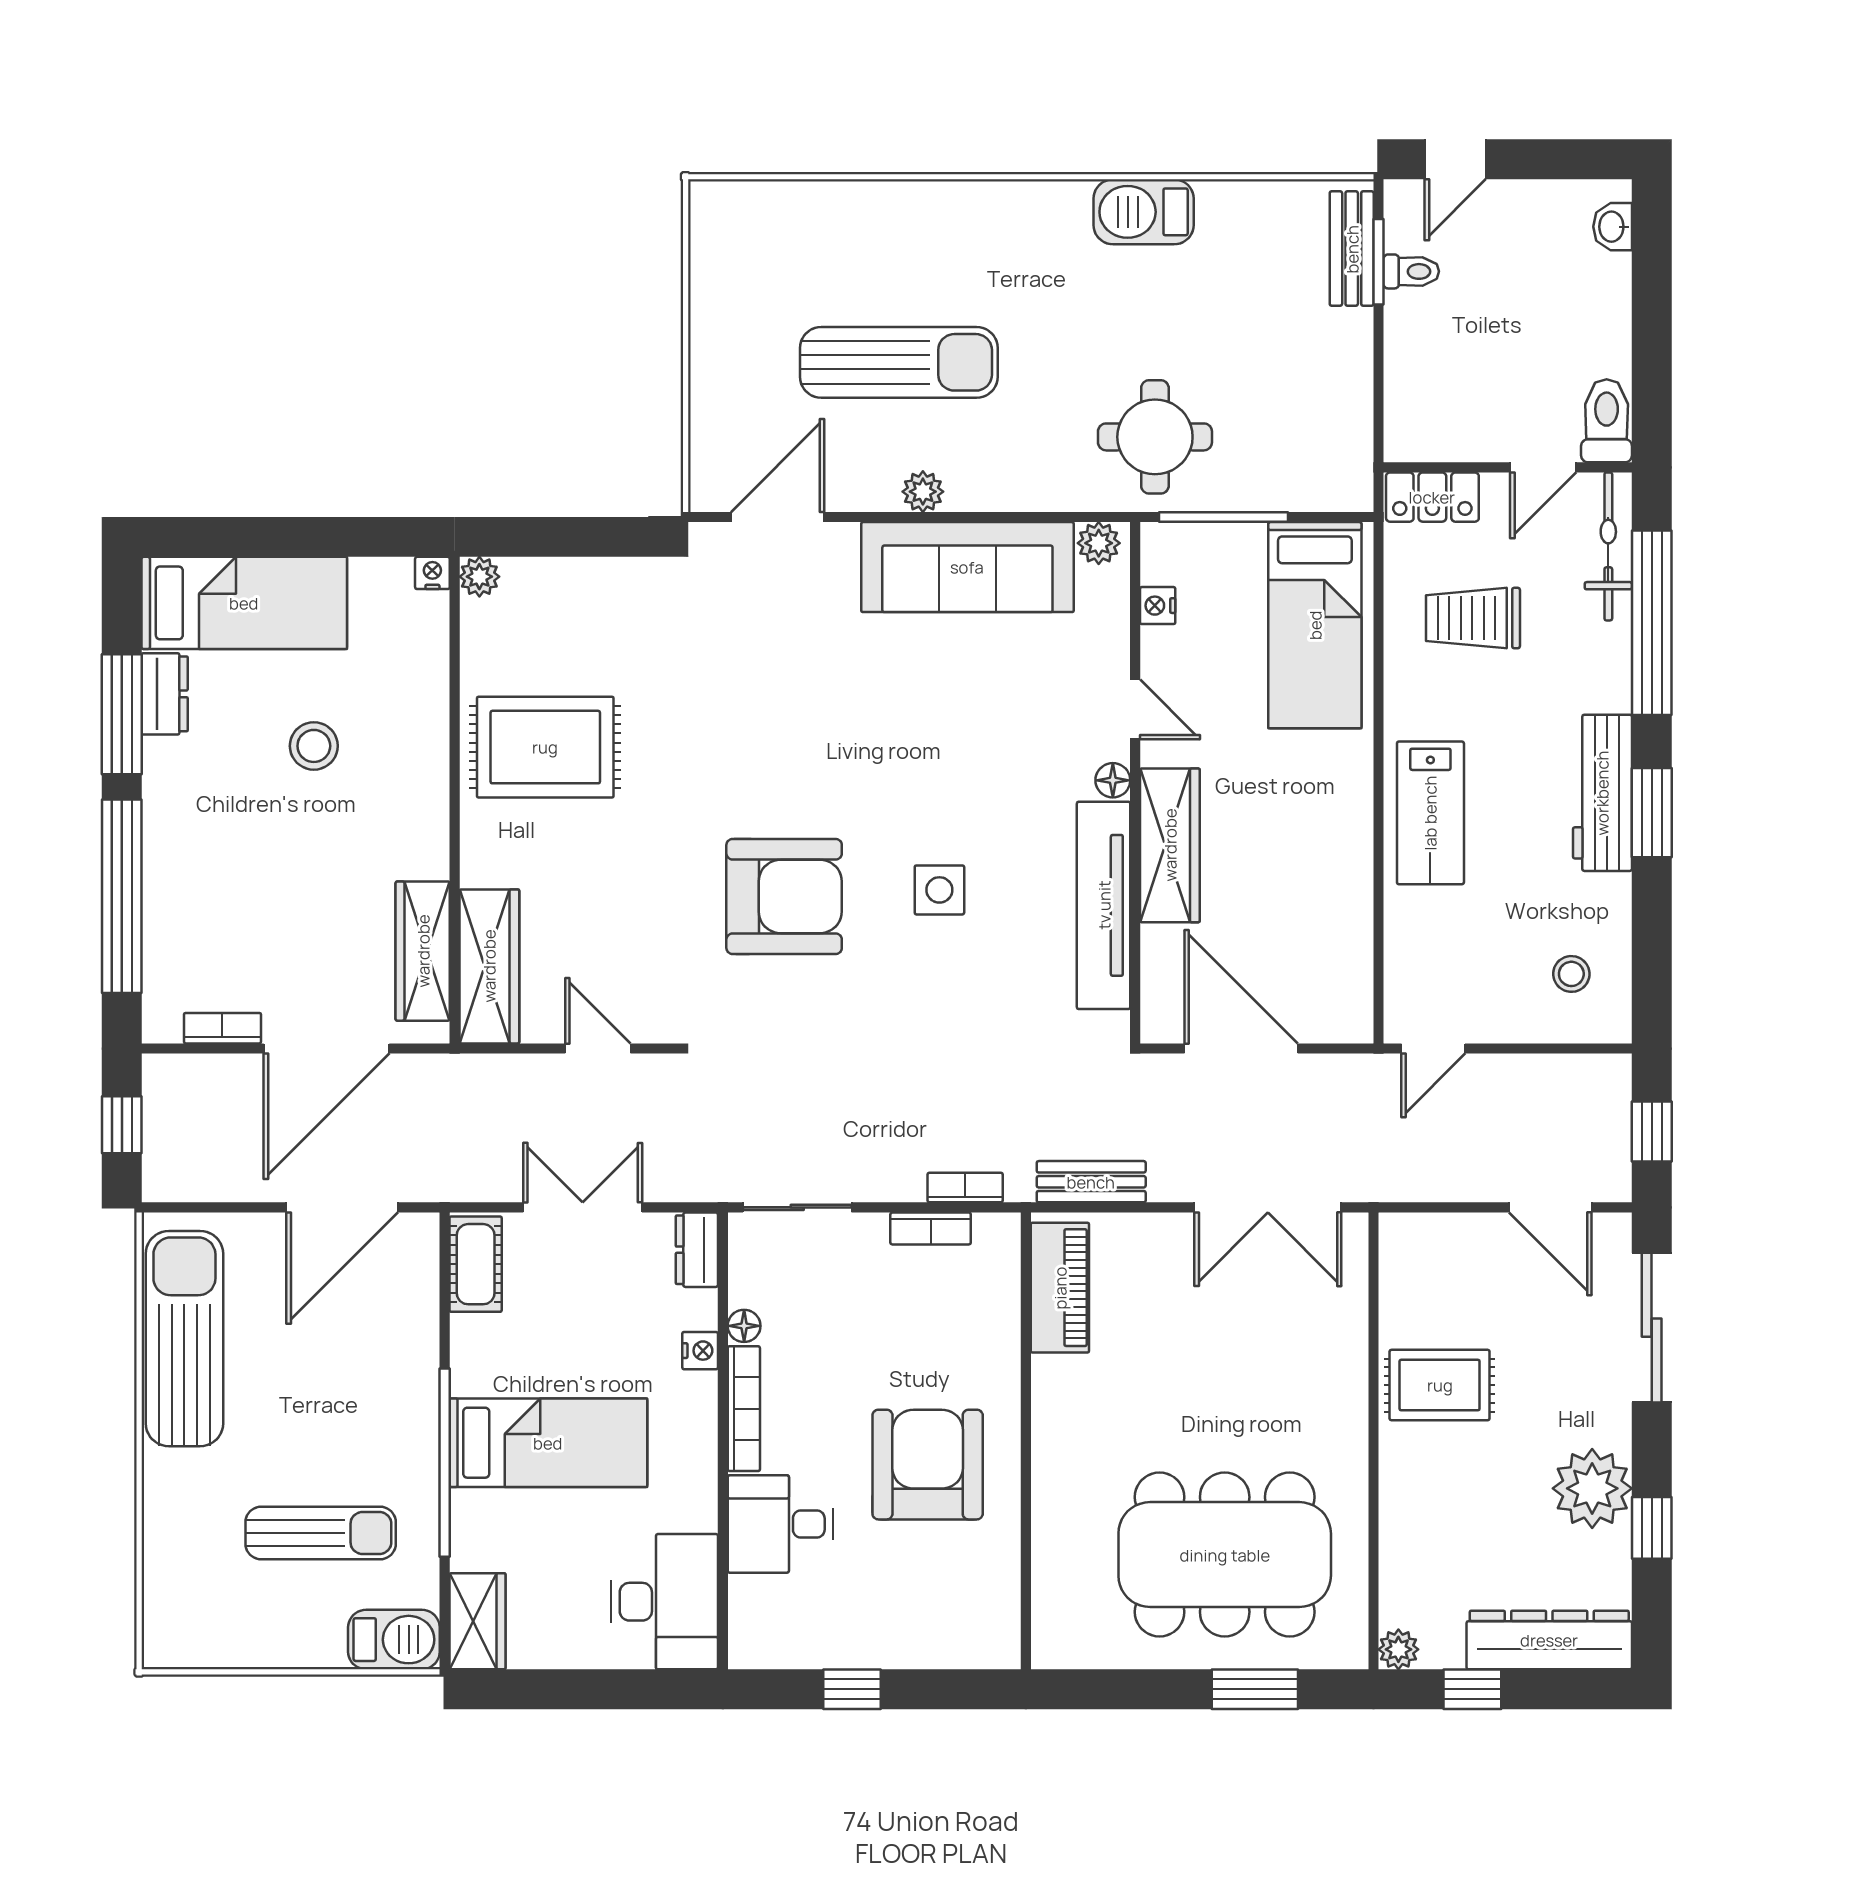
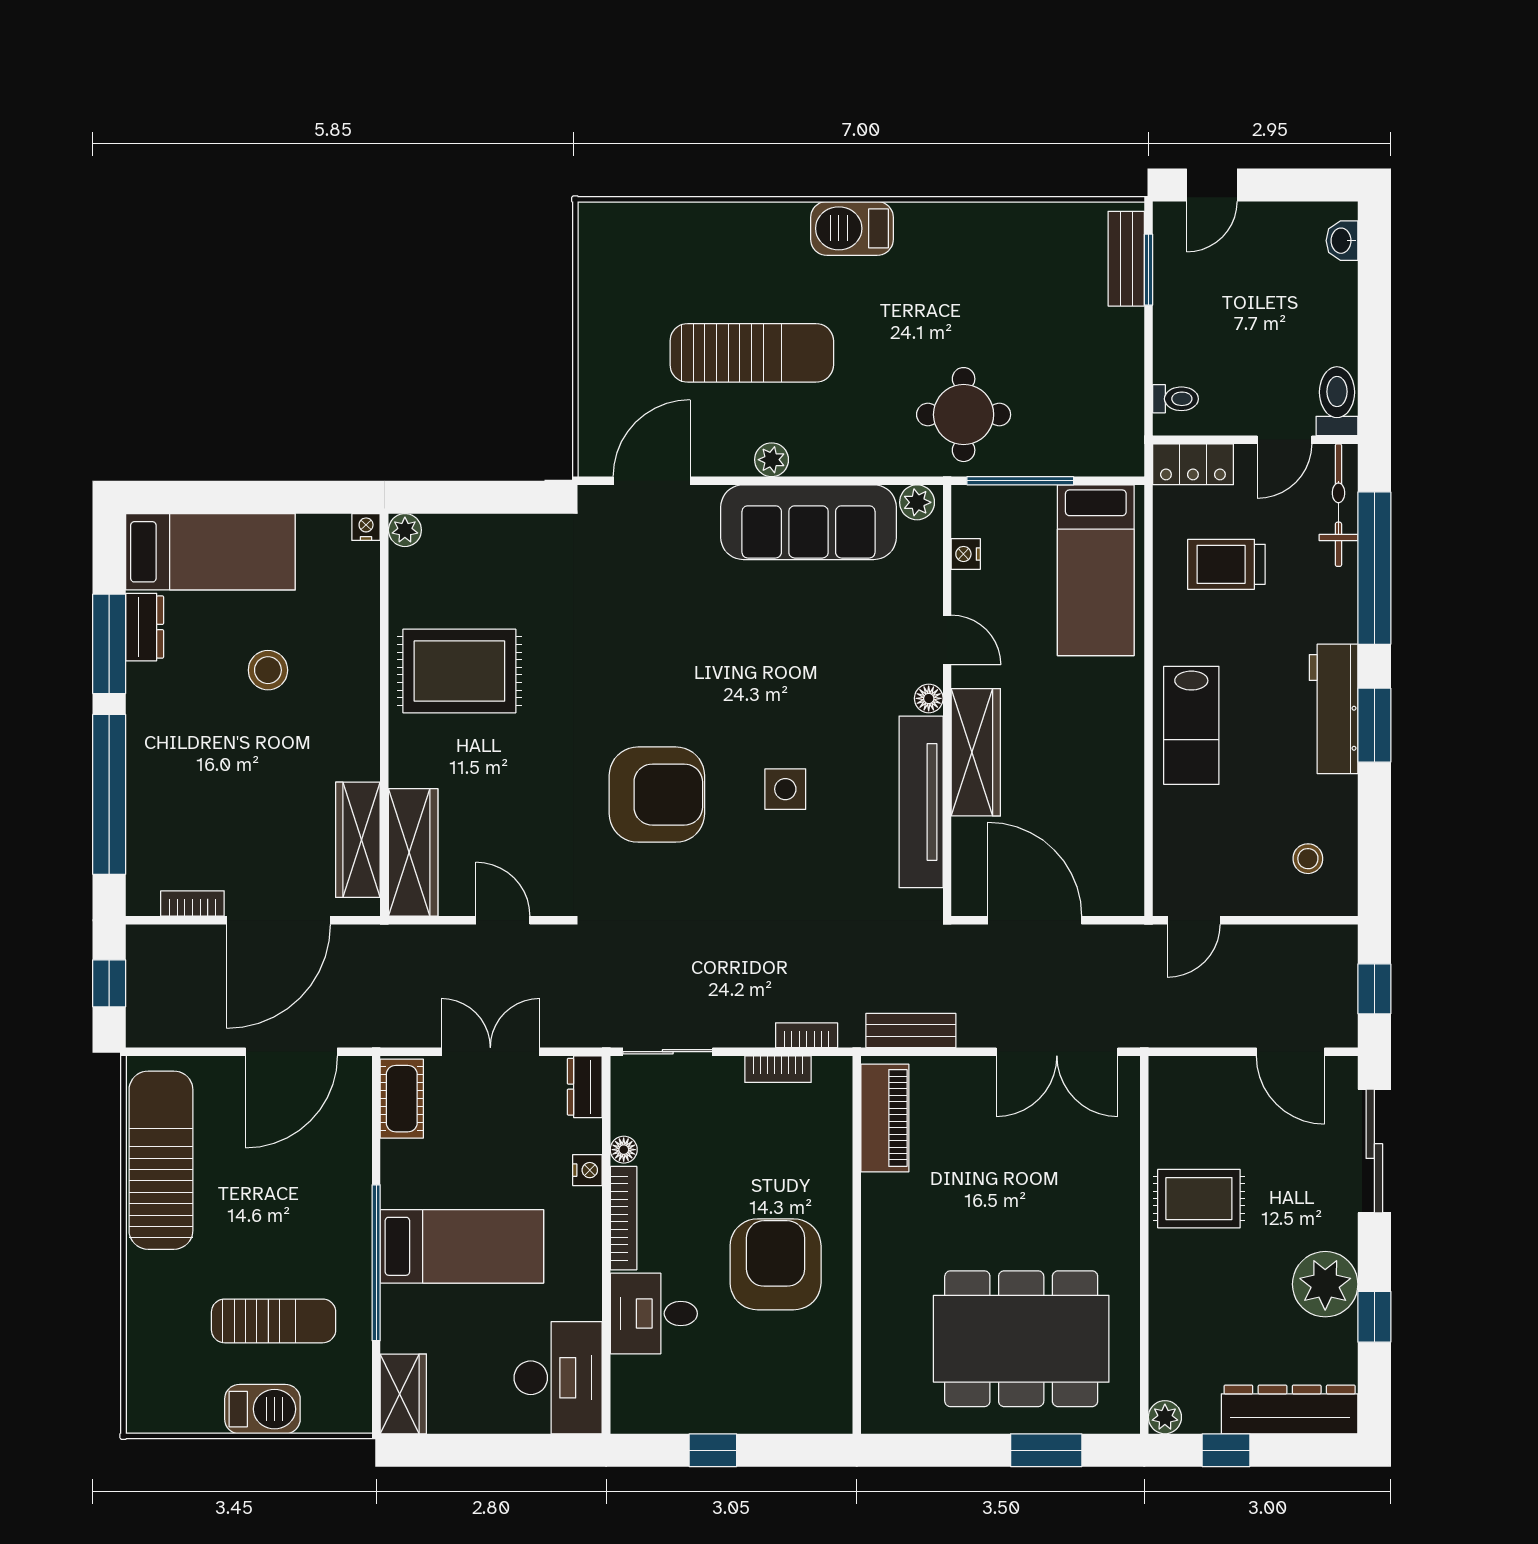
barbecue: (1144, 212) -> (852, 228), moved
toilet: (1411, 271) -> (1175, 399), moved
barbecue: (394, 1640) -> (262, 1409), moved

